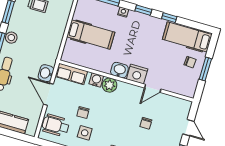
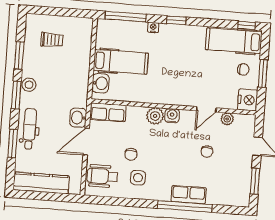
window: (169, 18) -> (247, 25), moved
washbasin: (119, 70) -> (100, 83), moved, turned 90
nightstand: (137, 74) -> (248, 100), moved, turned -90
water cooler: (96, 80) -> (172, 116), moved
door: (48, 94) -> (86, 142), hinge flipped
plant: (168, 100) -> (227, 119), added

